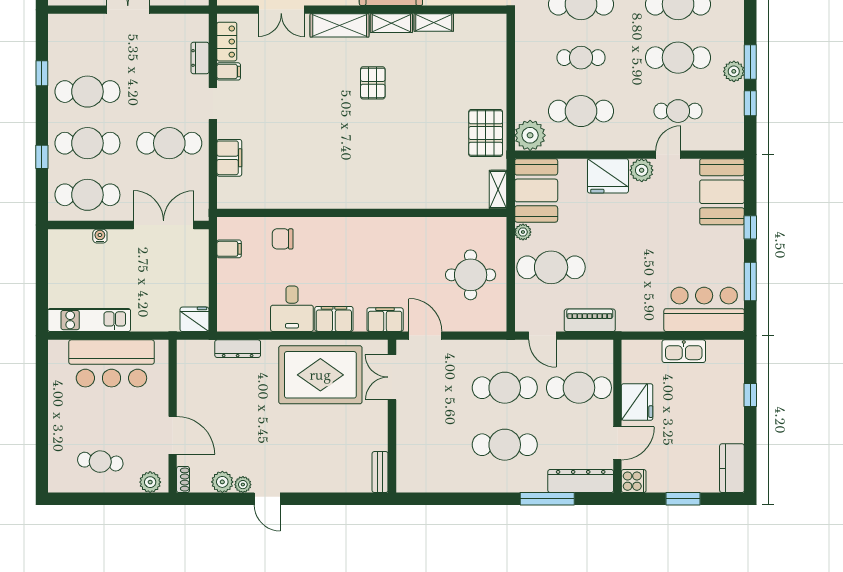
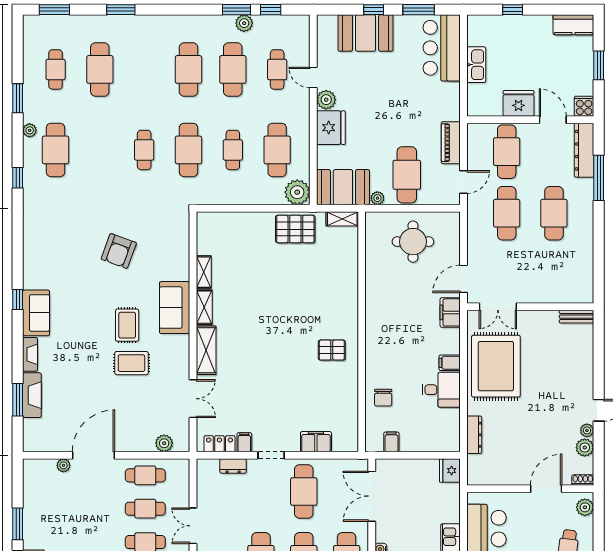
pallet: (373, 83) -> (332, 350), moved
booth: (722, 192) -> (365, 33), moved
filing cabinet: (334, 319) -> (450, 363), width x0.50

